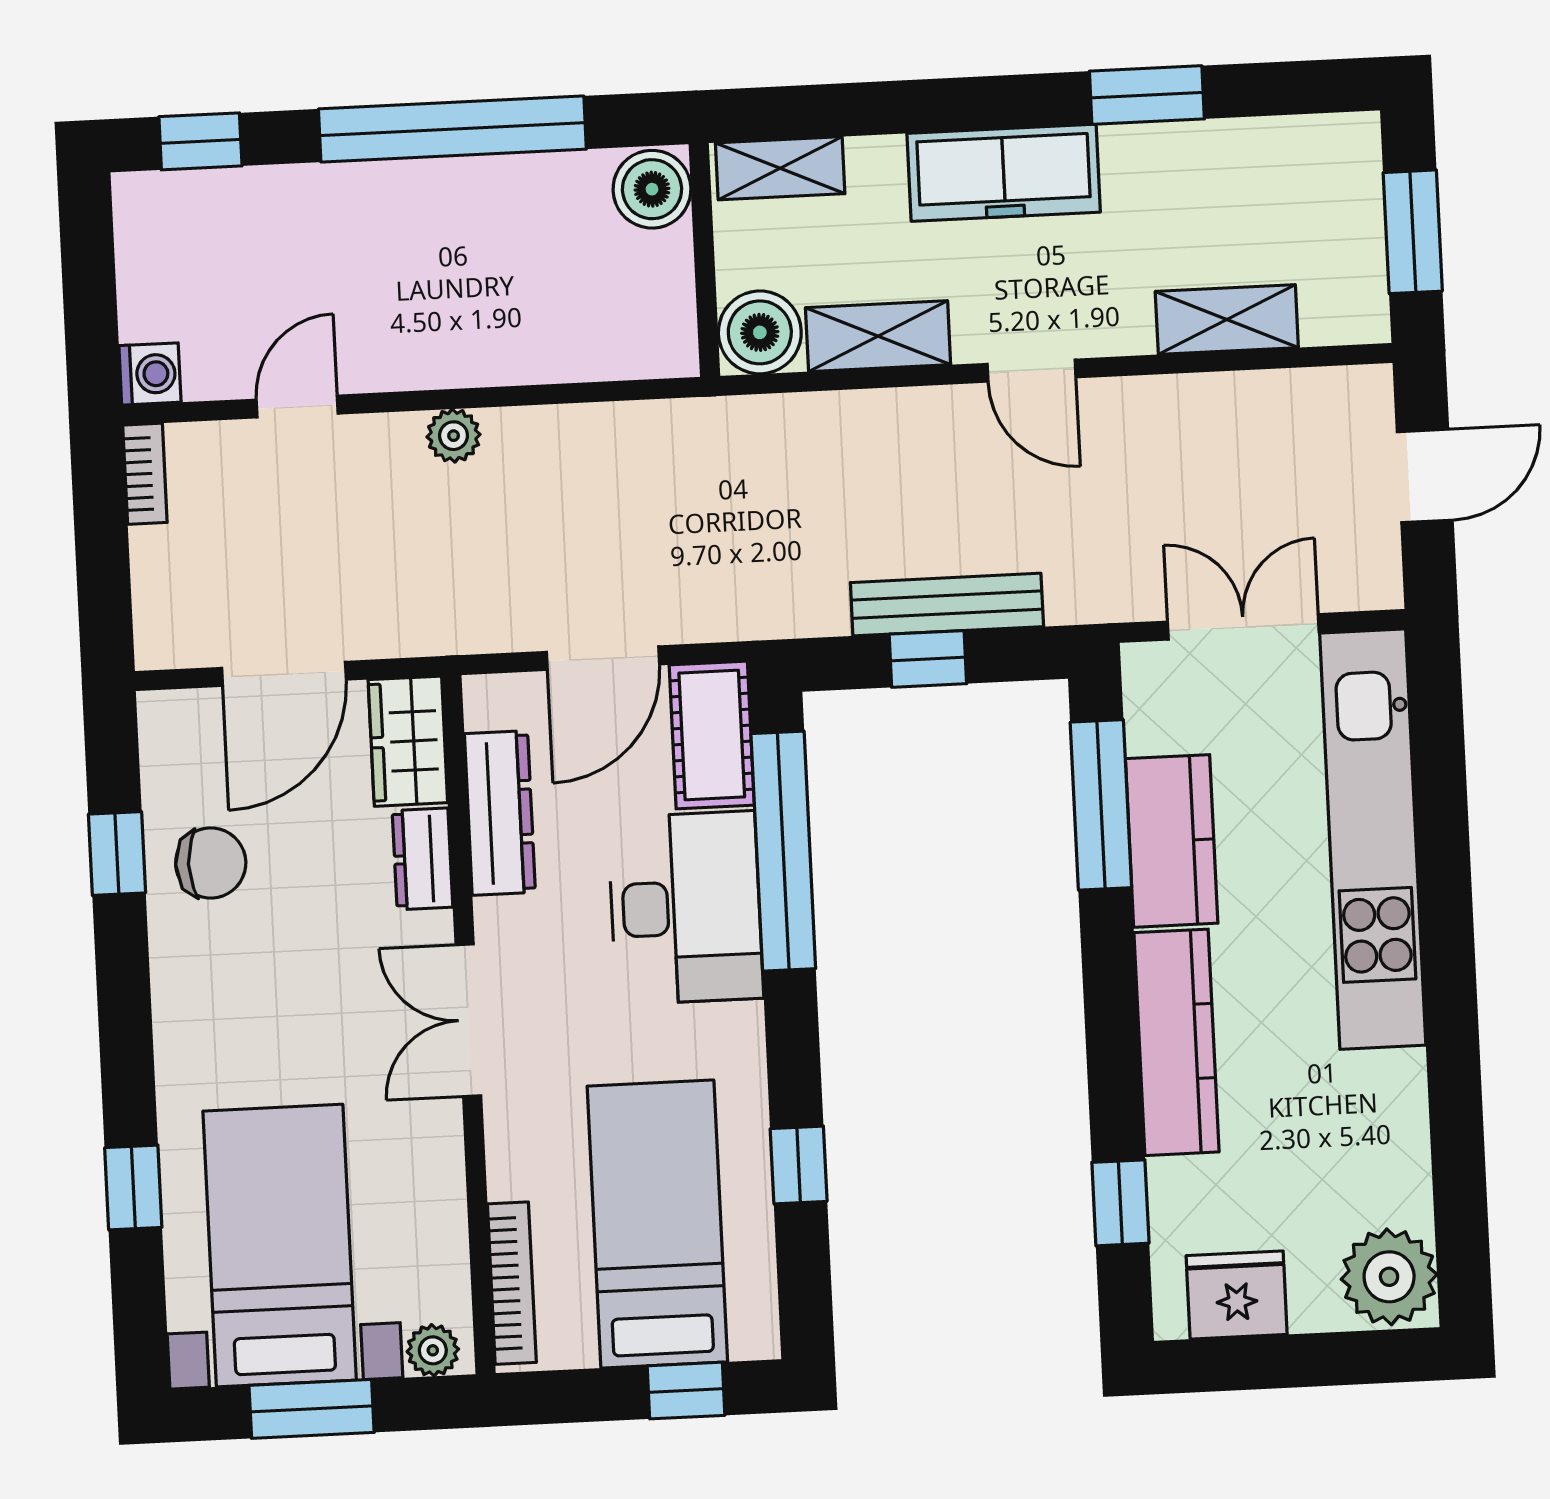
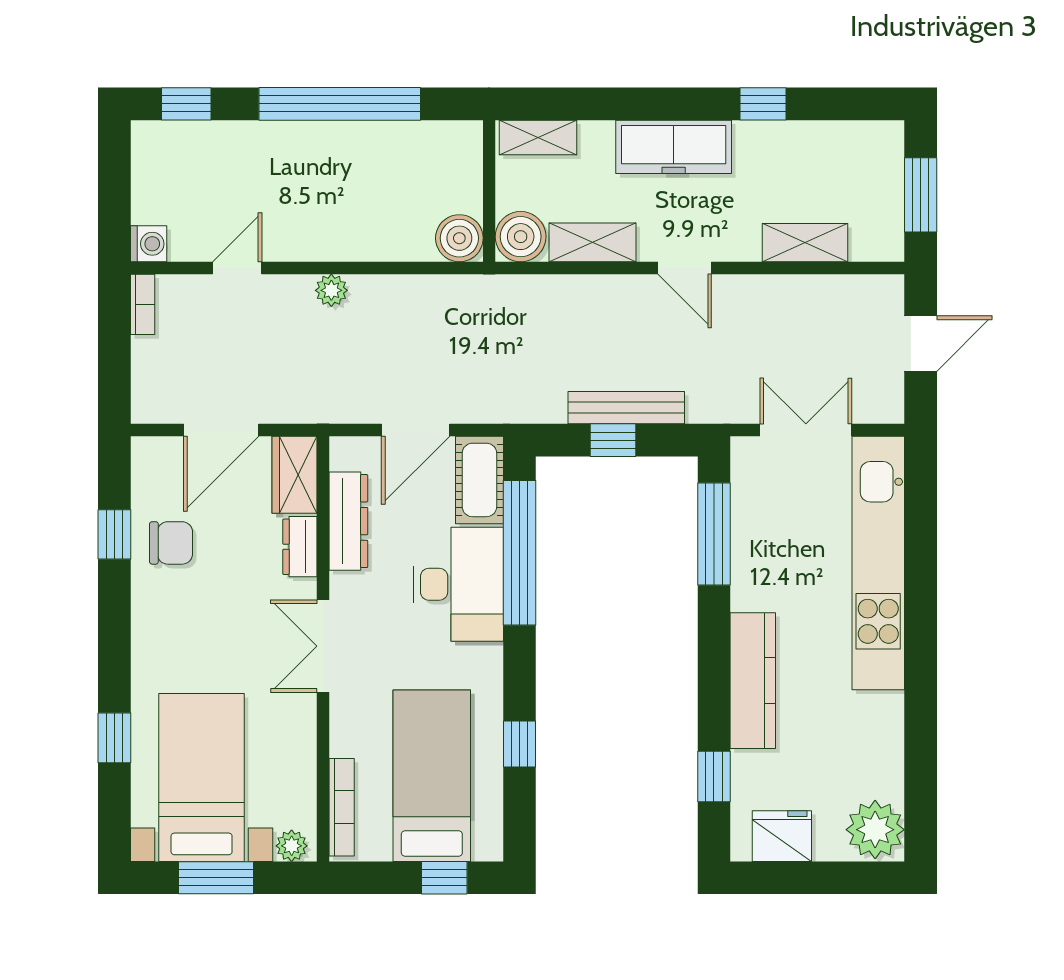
window: (1147, 95) -> (763, 104), width x0.67
boiler: (652, 189) -> (459, 238), moved
kitchen counter: (1172, 841) -> (756, 558), removed

